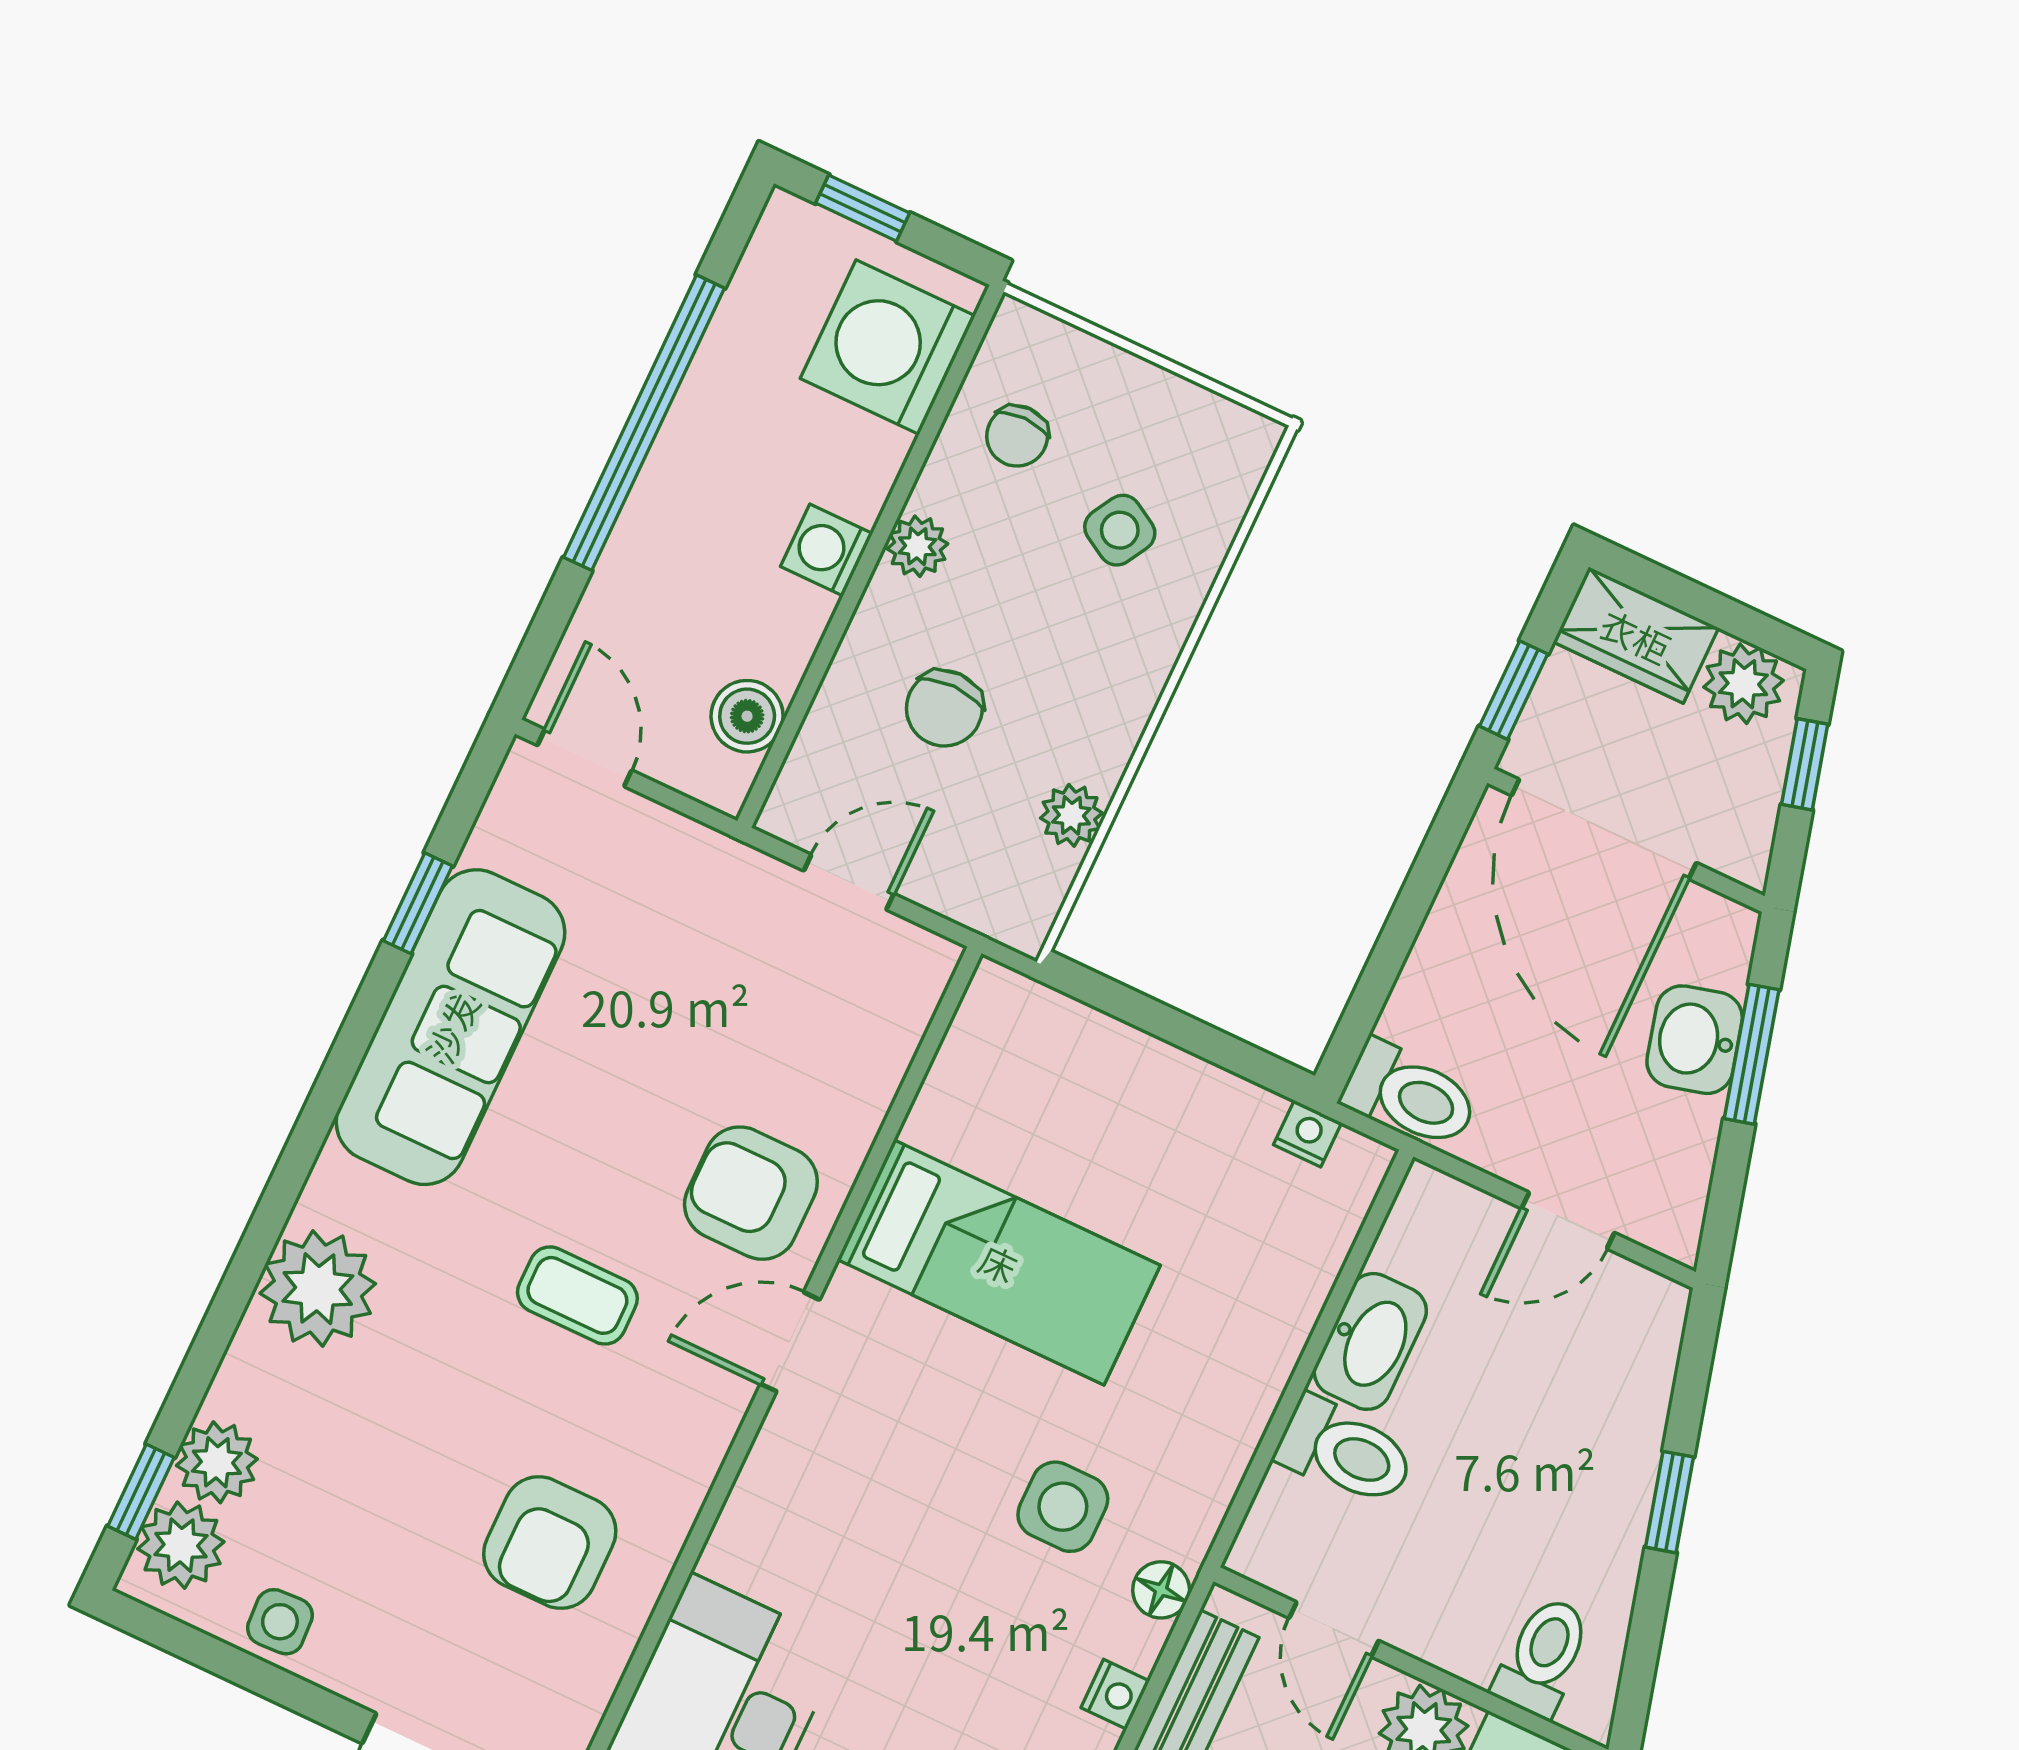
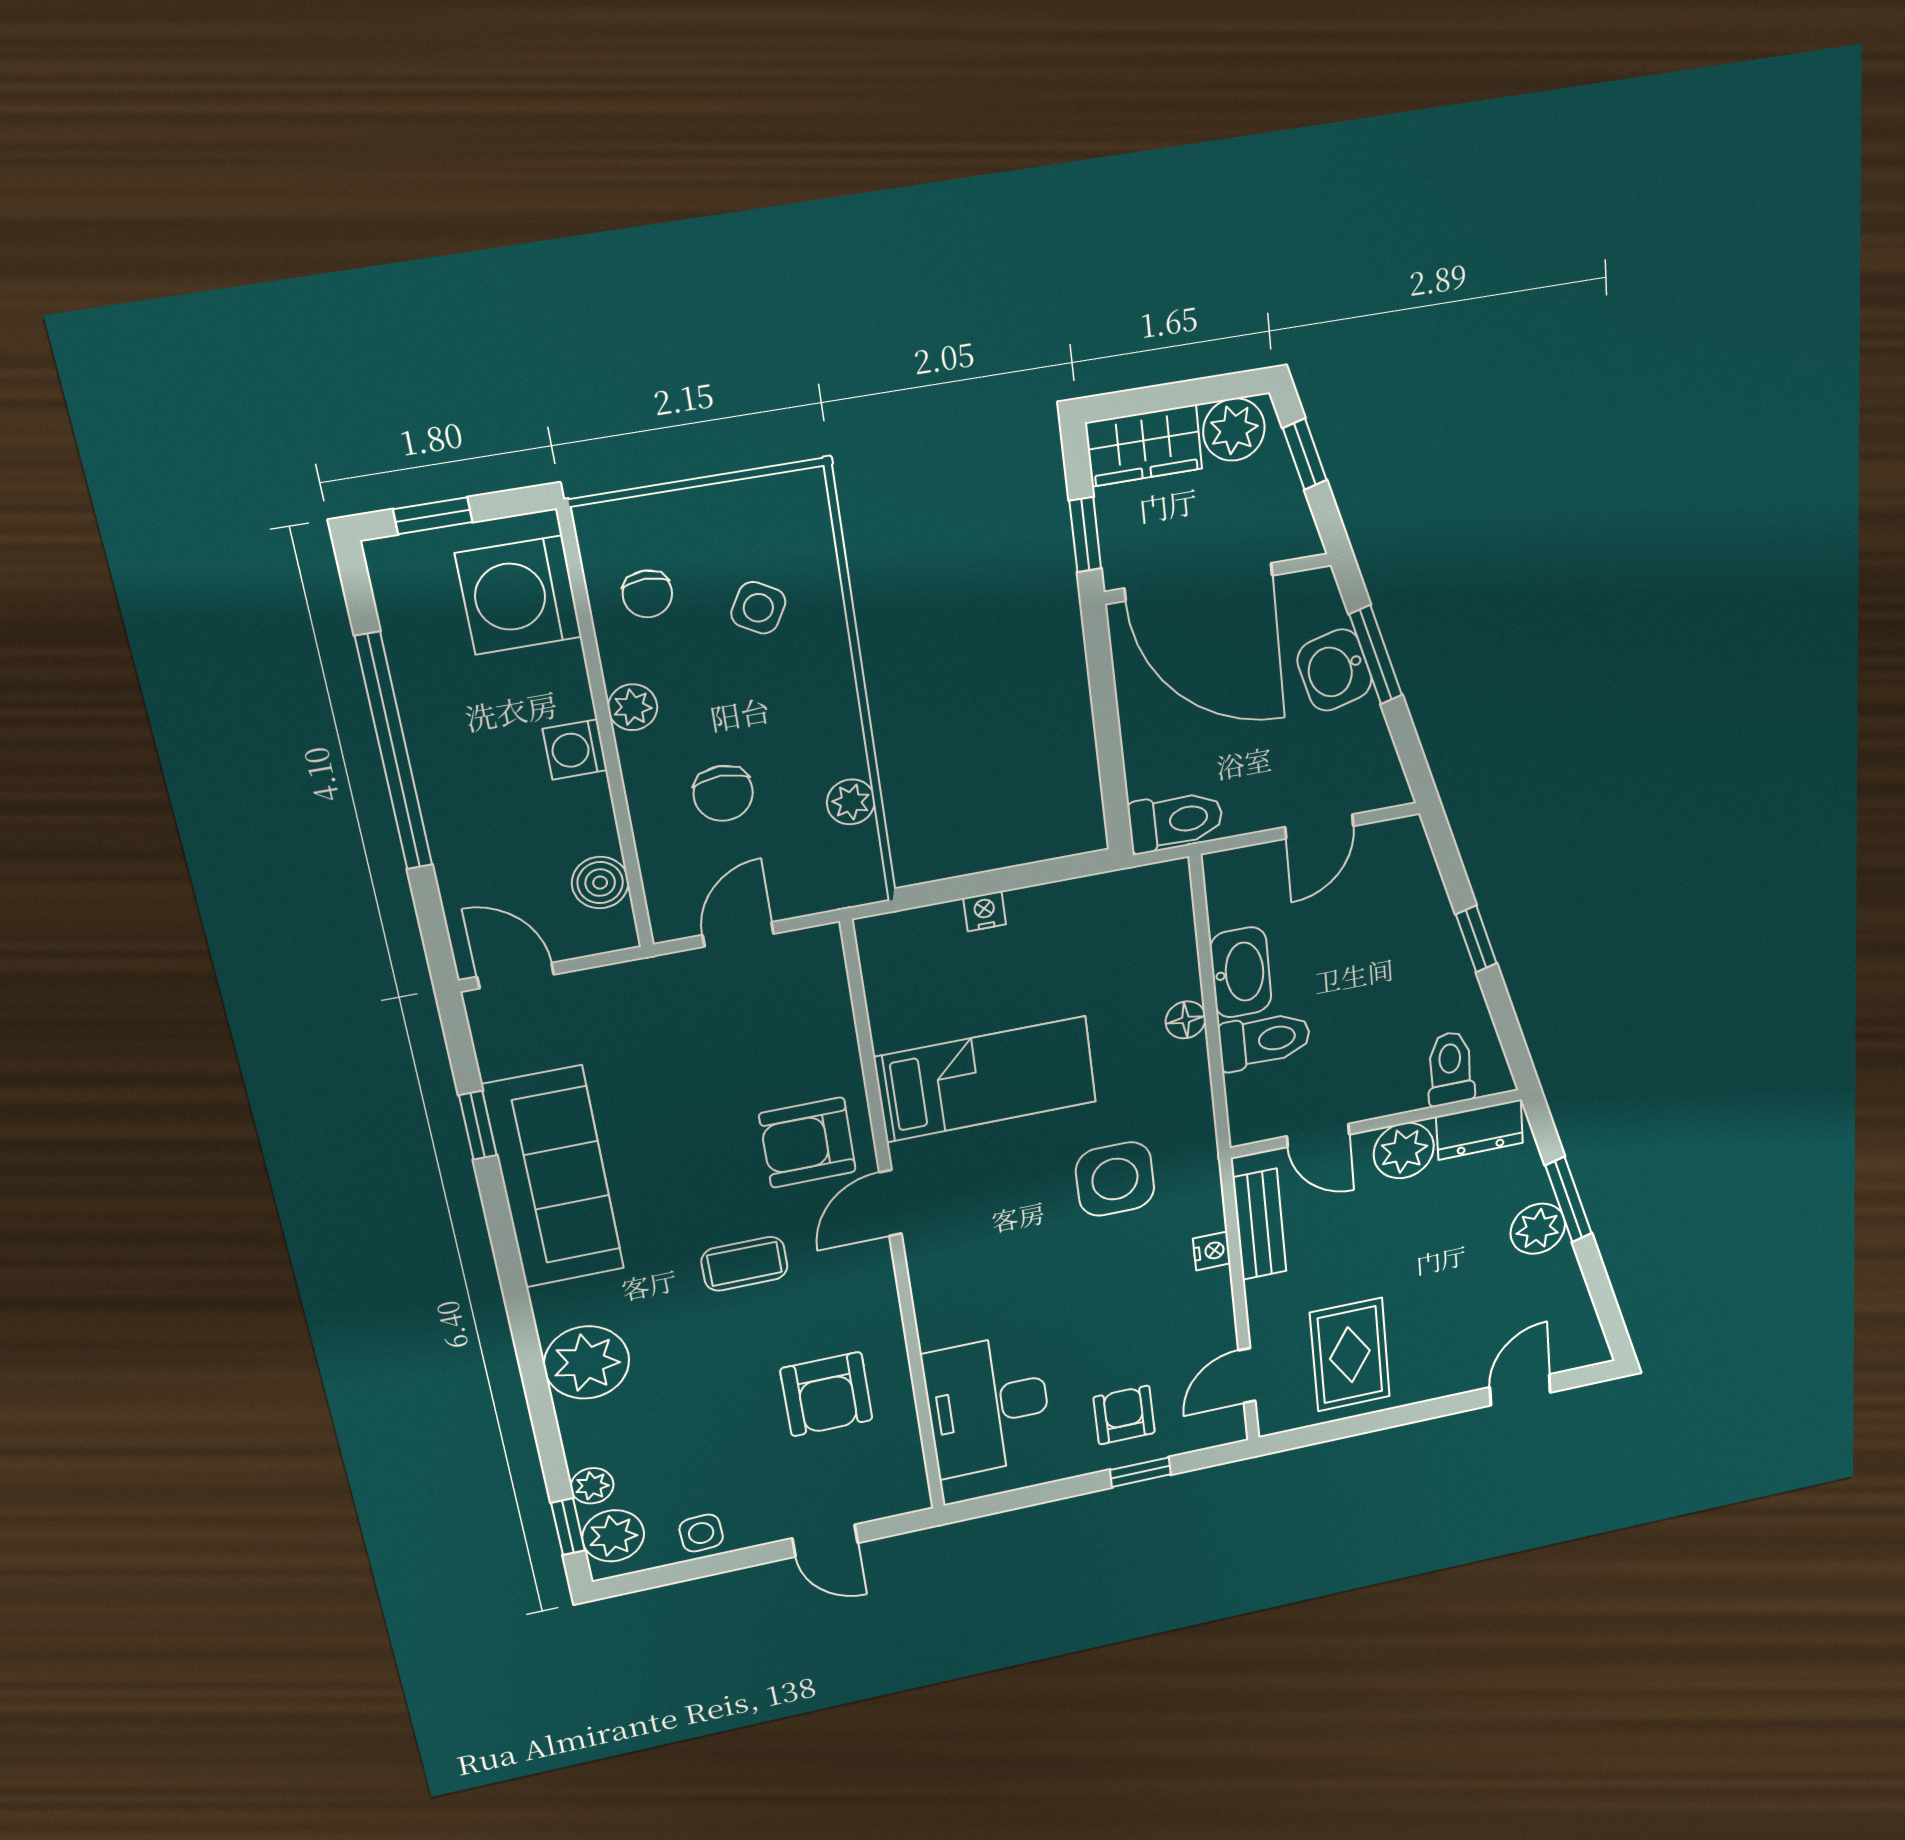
nightstand: (1307, 1134) -> (985, 911), moved
plant: (217, 1462) -> (592, 1486), width x0.73, depth x0.73
side table: (1063, 1507) -> (1115, 1179), width x1.37, depth x1.37
floor lamp: (1161, 1590) -> (1186, 1020), moved

